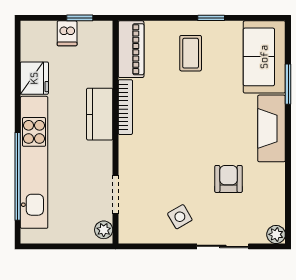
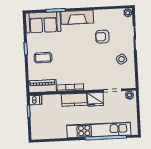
dishwasher: (67, 33) -> (36, 100), moved
fridge: (34, 78) -> (95, 99), moved, turned 180

